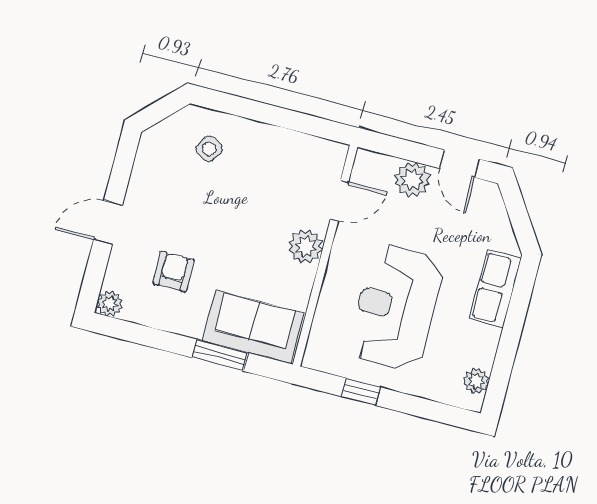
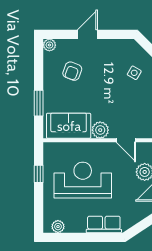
door: (108, 222) -> (87, 34), hinge flipped
armchair: (174, 272) -> (72, 71), turned 111
sofa: (253, 327) -> (69, 126), moved, turned -90

